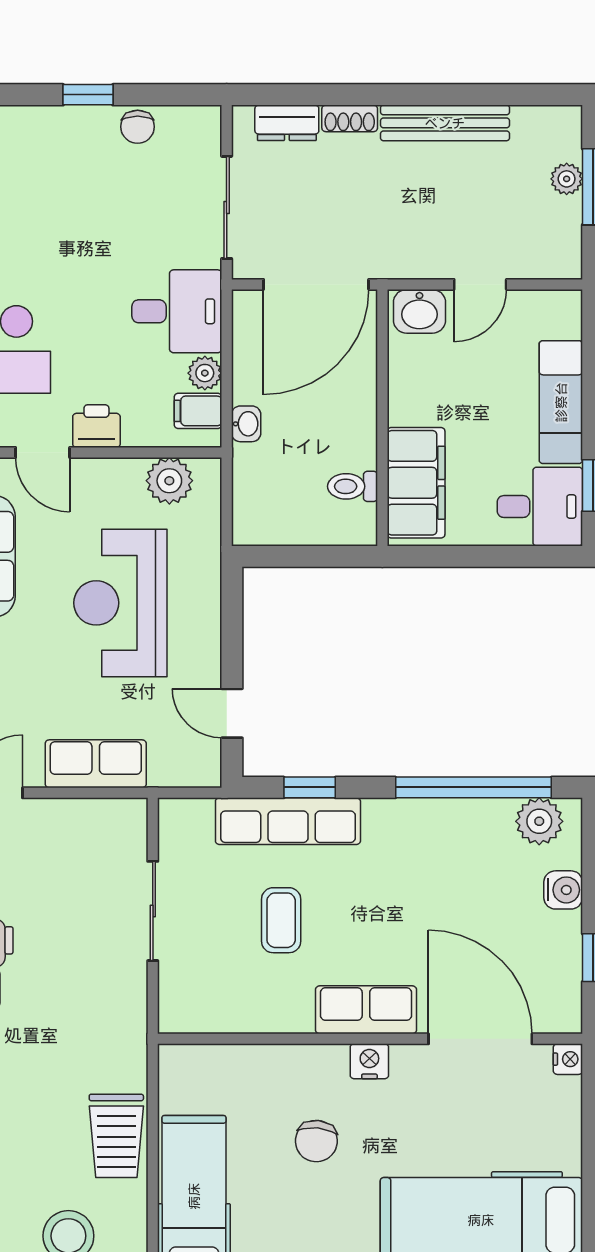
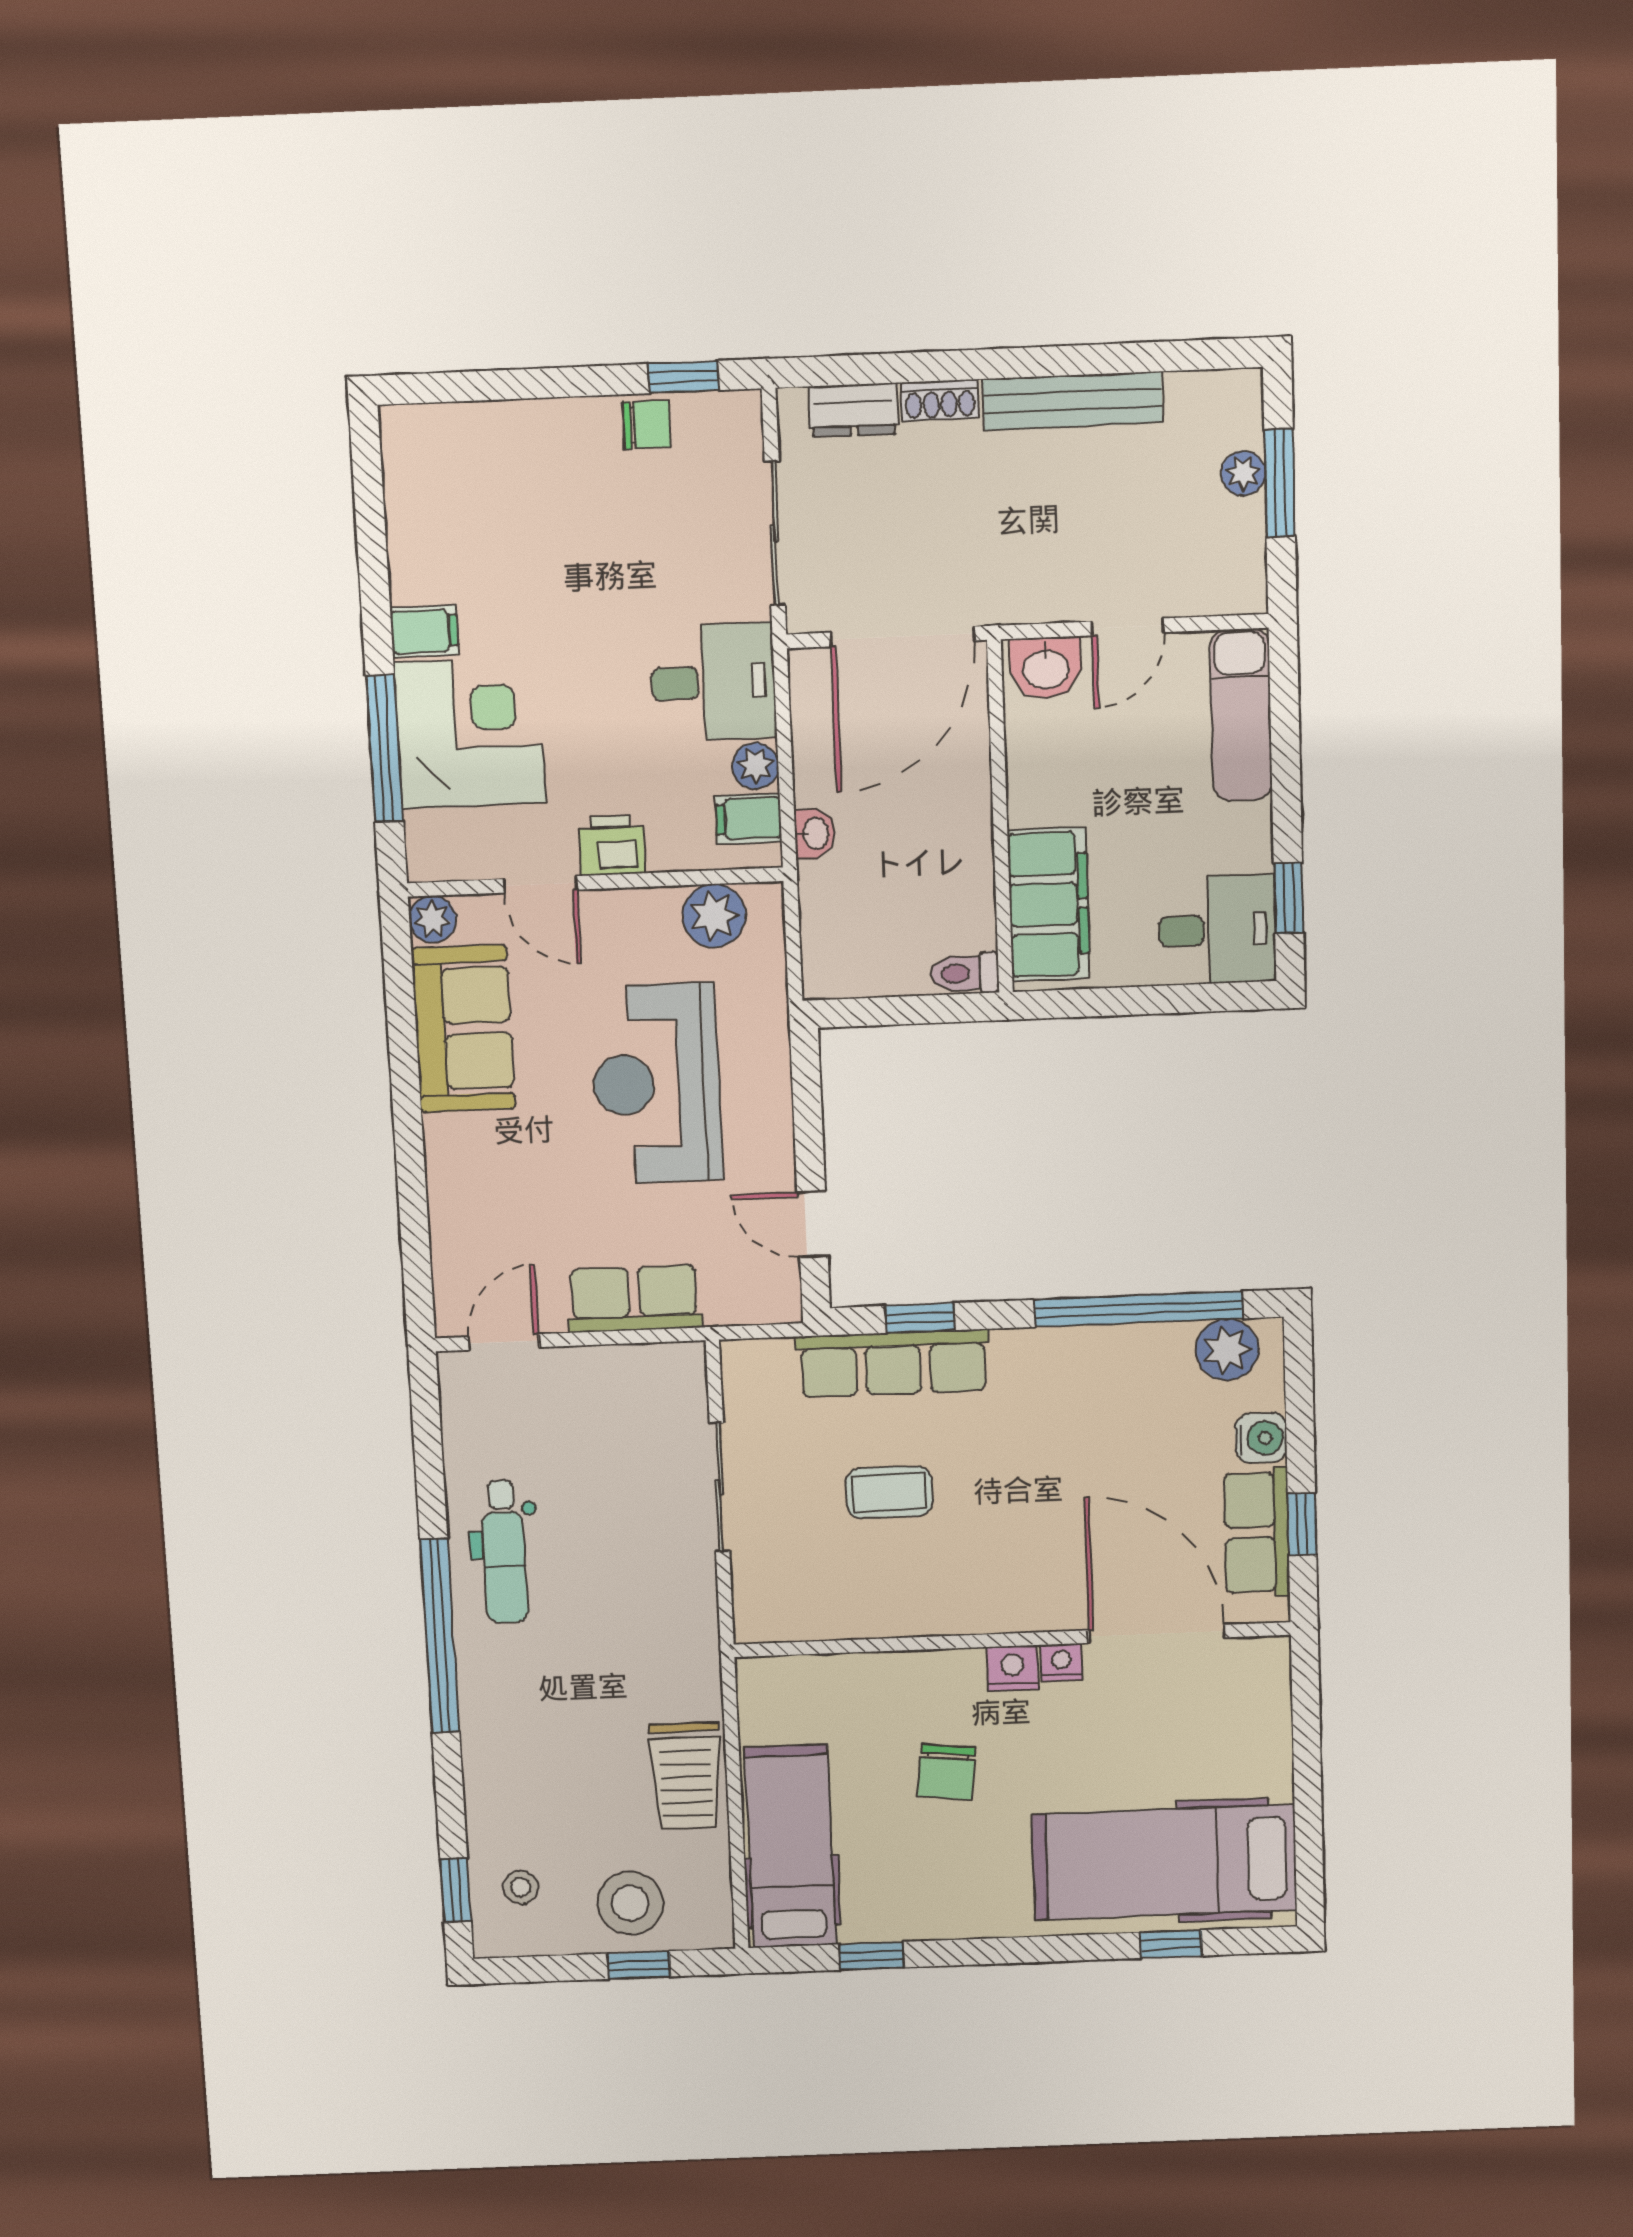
window: (88, 95) -> (684, 377), moved
chair: (138, 127) -> (646, 425), turned -90
exam couch: (561, 402) -> (1241, 715), moved
toilet: (353, 486) -> (965, 973), moved
coffee table: (281, 920) -> (889, 1492), turned 90
row of seats: (366, 1010) -> (1257, 1532), moved, turned -90
nightstand: (568, 1059) -> (1062, 1662), moved, turned -90

